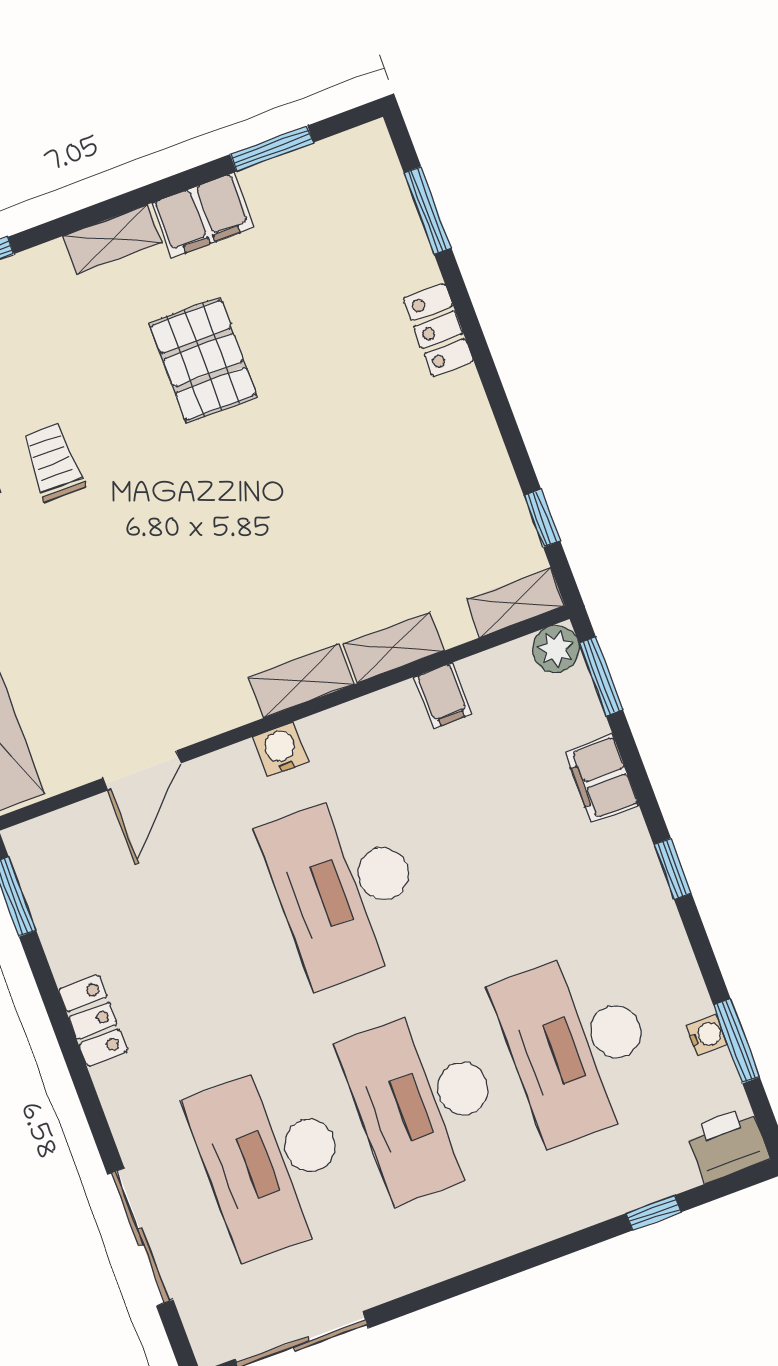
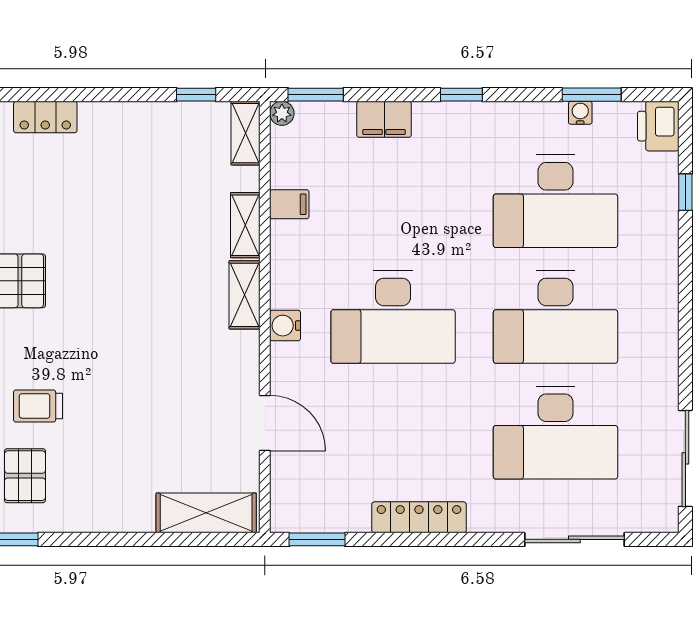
plant: (556, 649) -> (282, 113), width x0.73, depth x0.73
locker: (93, 1021) -> (419, 517), width x1.53

